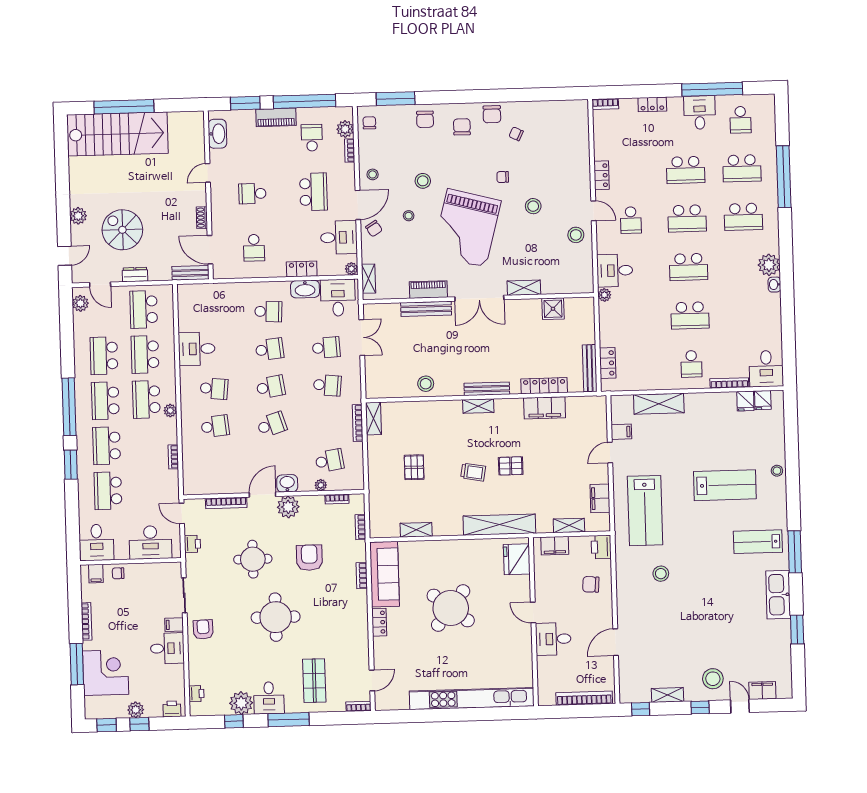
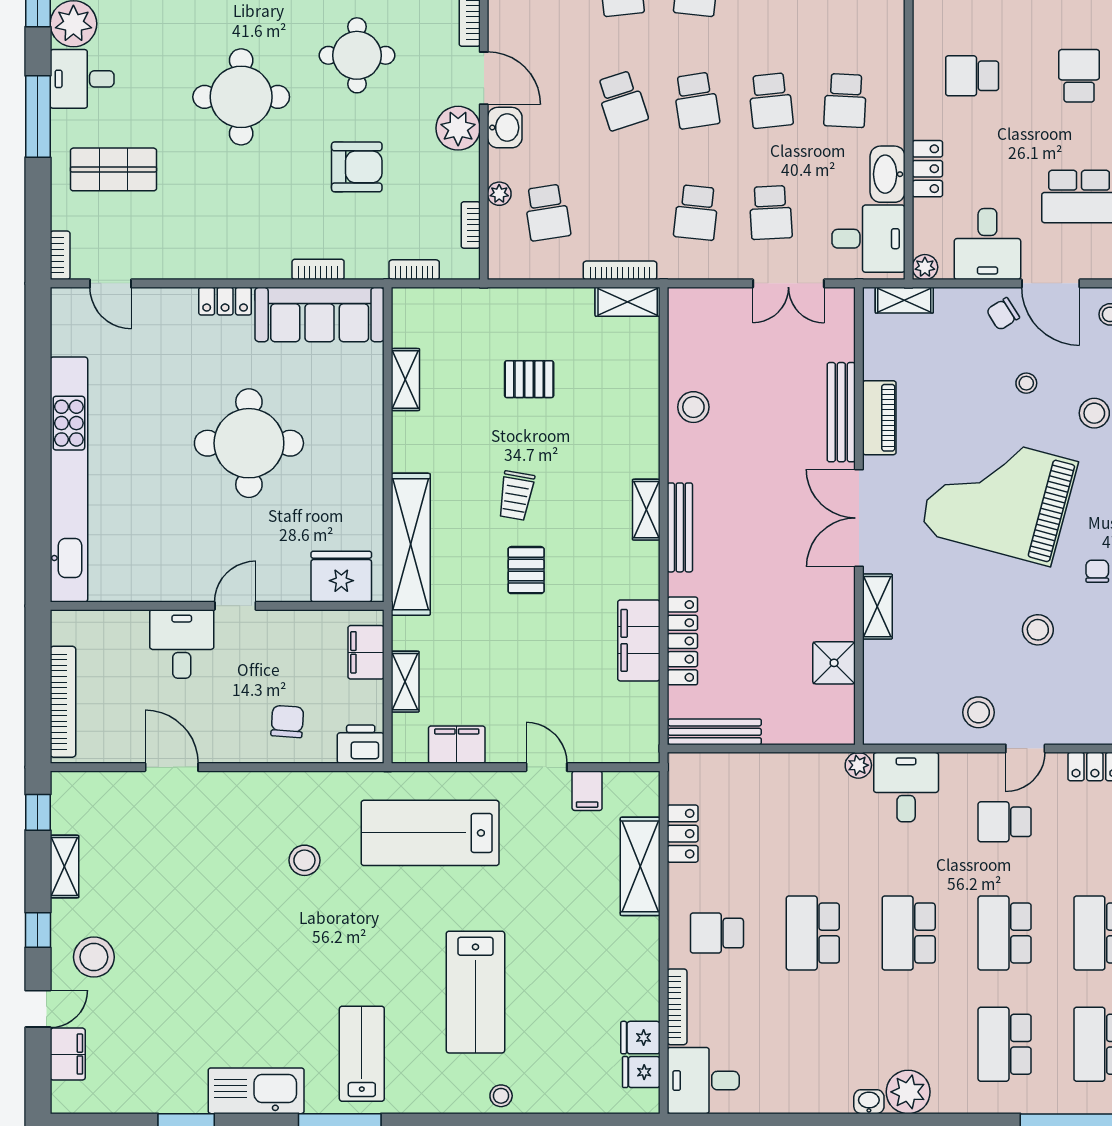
locker: (608, 363) -> (683, 834), moved, turned -90
round table: (451, 608) -> (249, 443), turned -38

